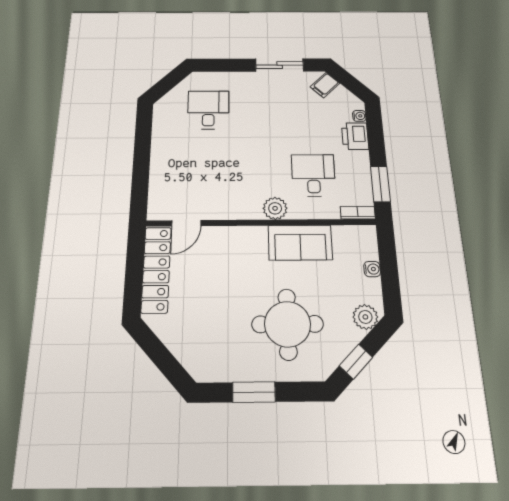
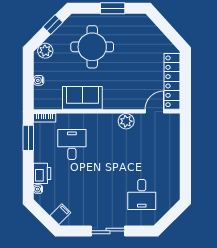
sliding door: (280, 65) -> (108, 231), moved
desk: (313, 175) -> (72, 145), turned 180
plant: (275, 208) -> (126, 121), moved

